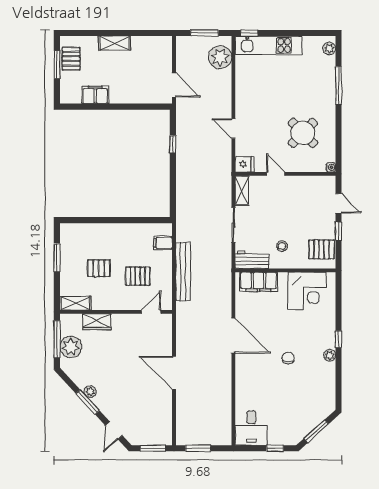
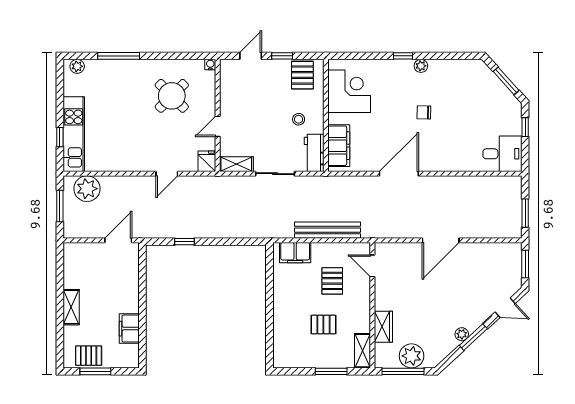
window: (249, 33) -> (60, 137), moved
filing cabinet: (163, 243) -> (295, 253), width x2.00
window: (57, 258) -> (331, 371), moved
pallet: (99, 268) -> (323, 325), turned 90

